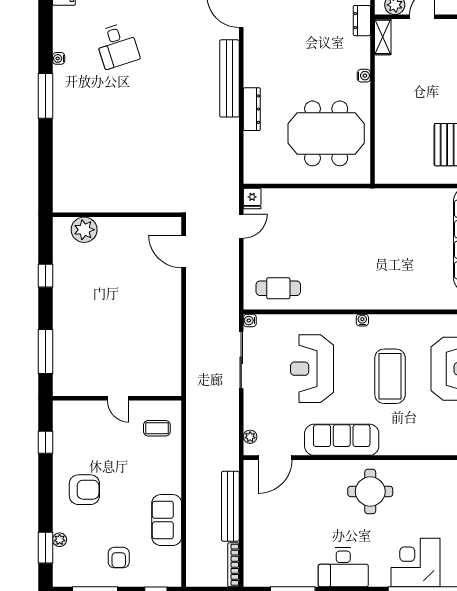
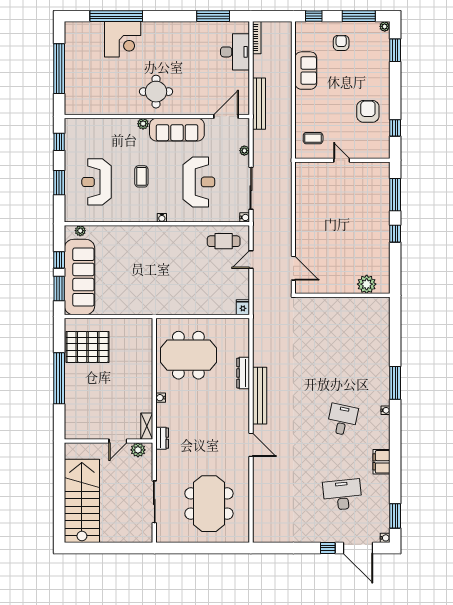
desk: (117, 46) -> (342, 420), turned 30
door: (241, 226) -> (251, 260), moved
window: (45, 276) -> (395, 234), moved
coffee table: (390, 376) -> (141, 176), width x0.54, depth x0.58
plant: (250, 437) -> (244, 151), moved
plant: (388, 448) -> (143, 124), added
armchair: (84, 490) -> (368, 111), moved, turned 90
bench: (230, 506) -> (259, 104), moved
plant: (60, 540) -> (385, 26), moved
desk: (343, 567) -> (235, 52), moved, turned 90

